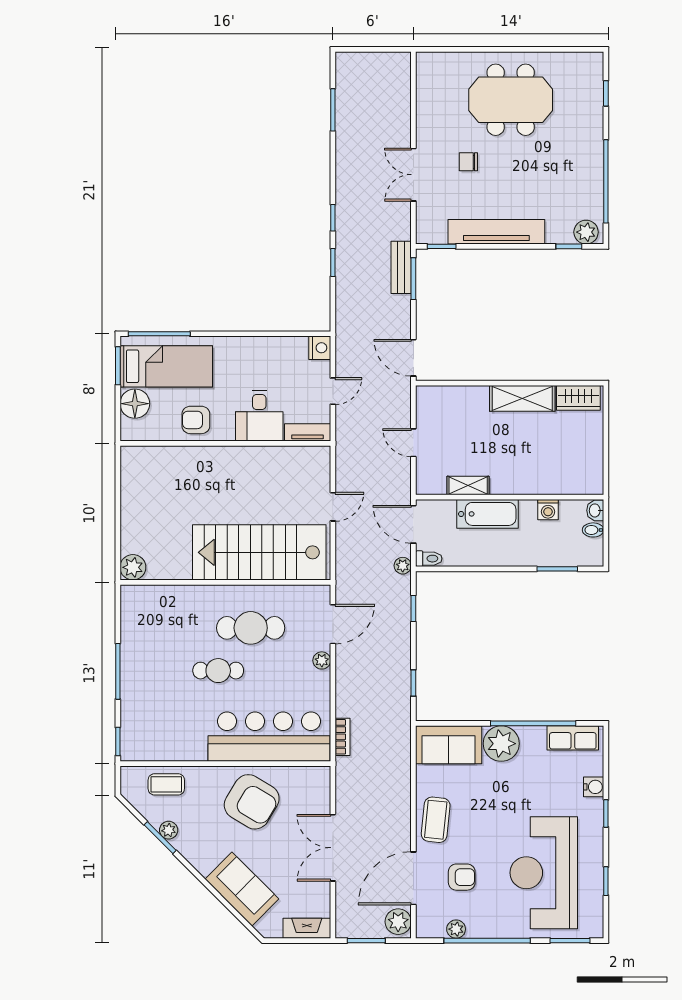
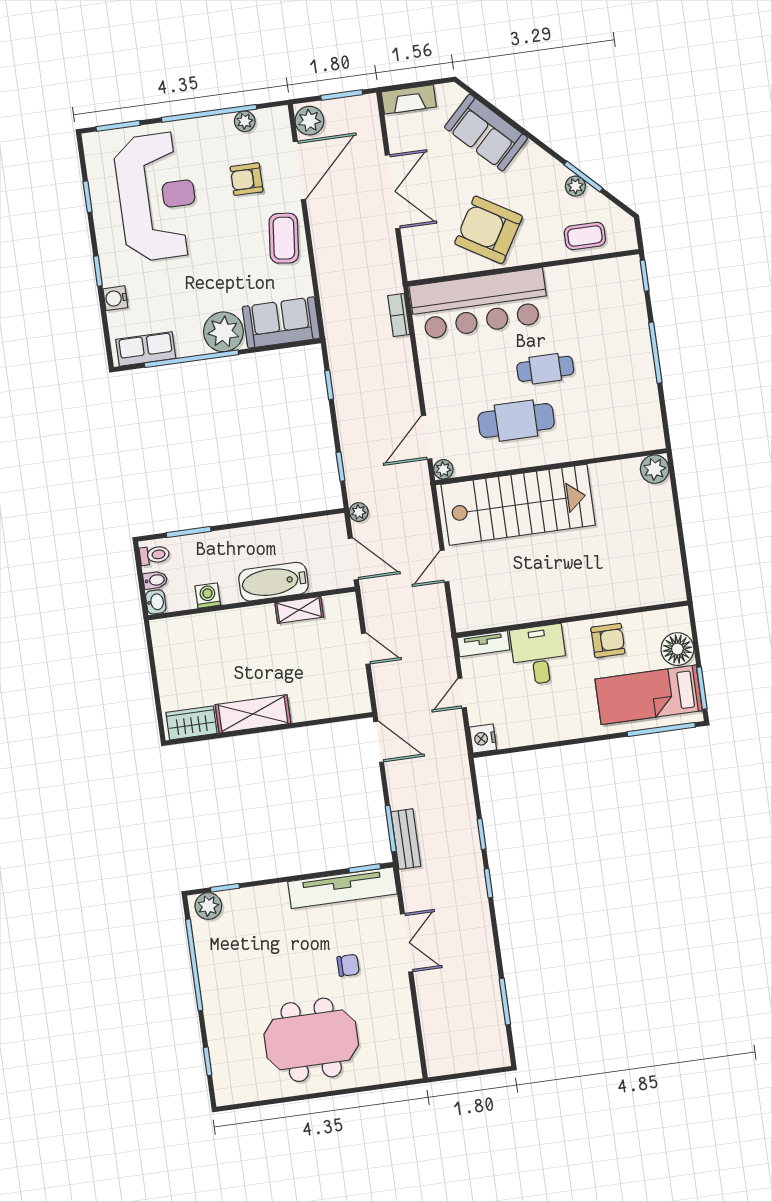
tv unit: (496, 232) -> (342, 888), moved
toilet: (429, 559) -> (154, 555), moved, turned 180
plant: (322, 660) -> (443, 469), moved

